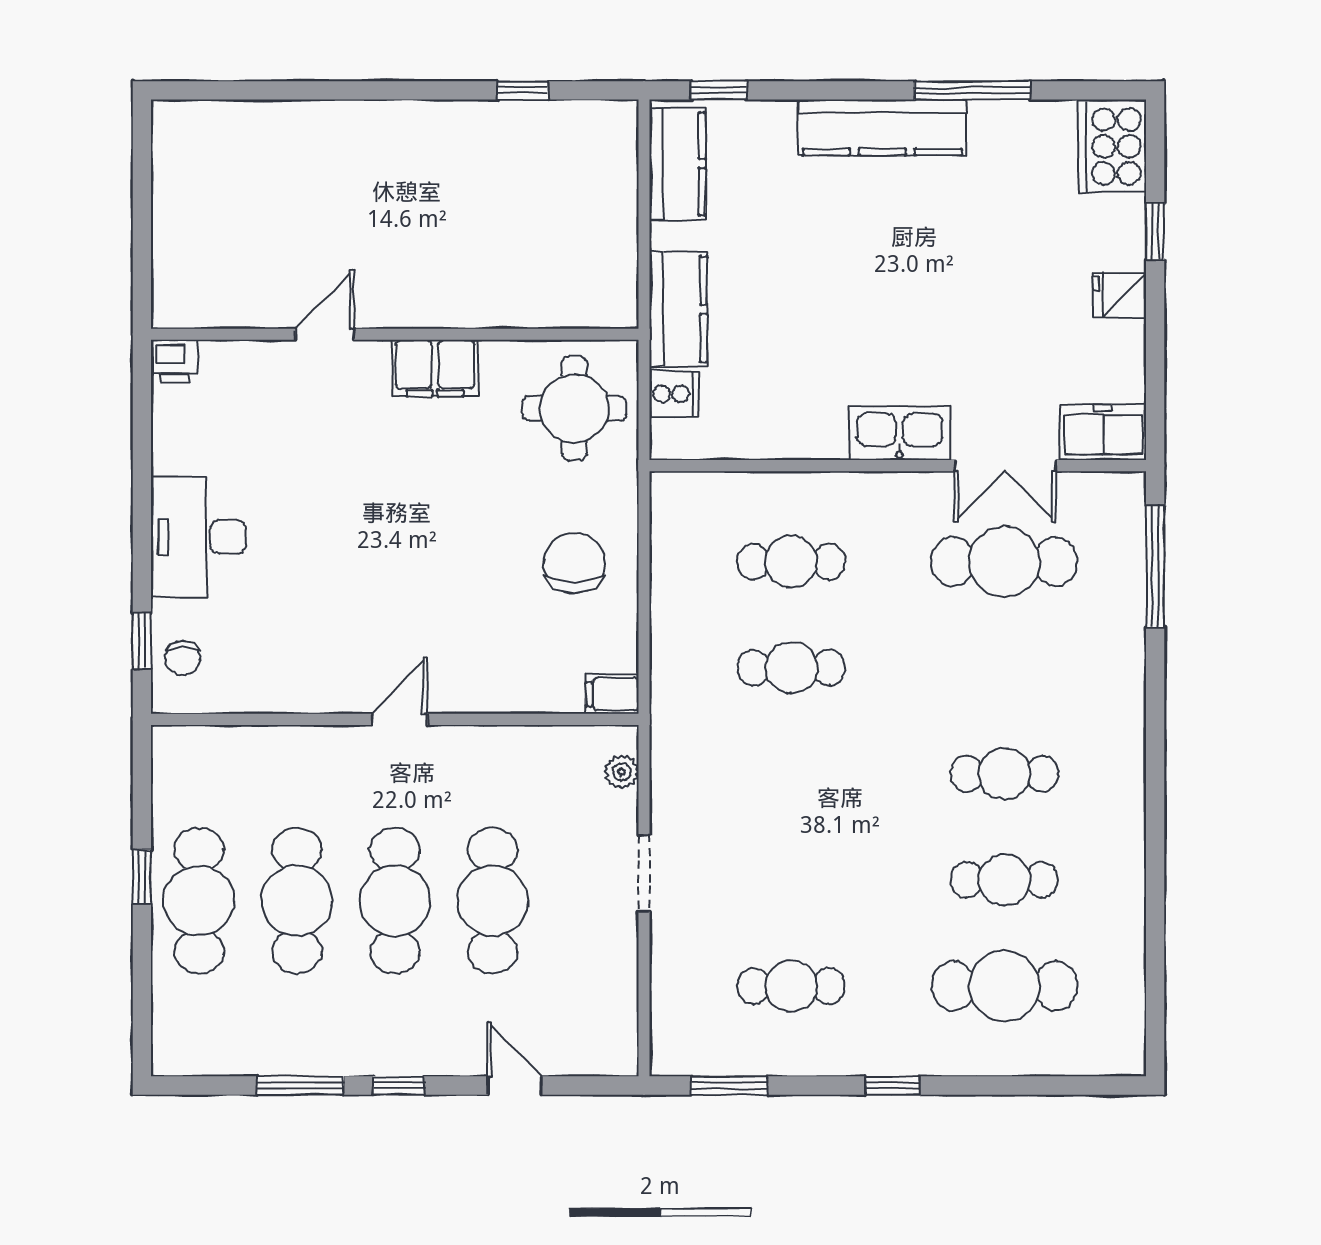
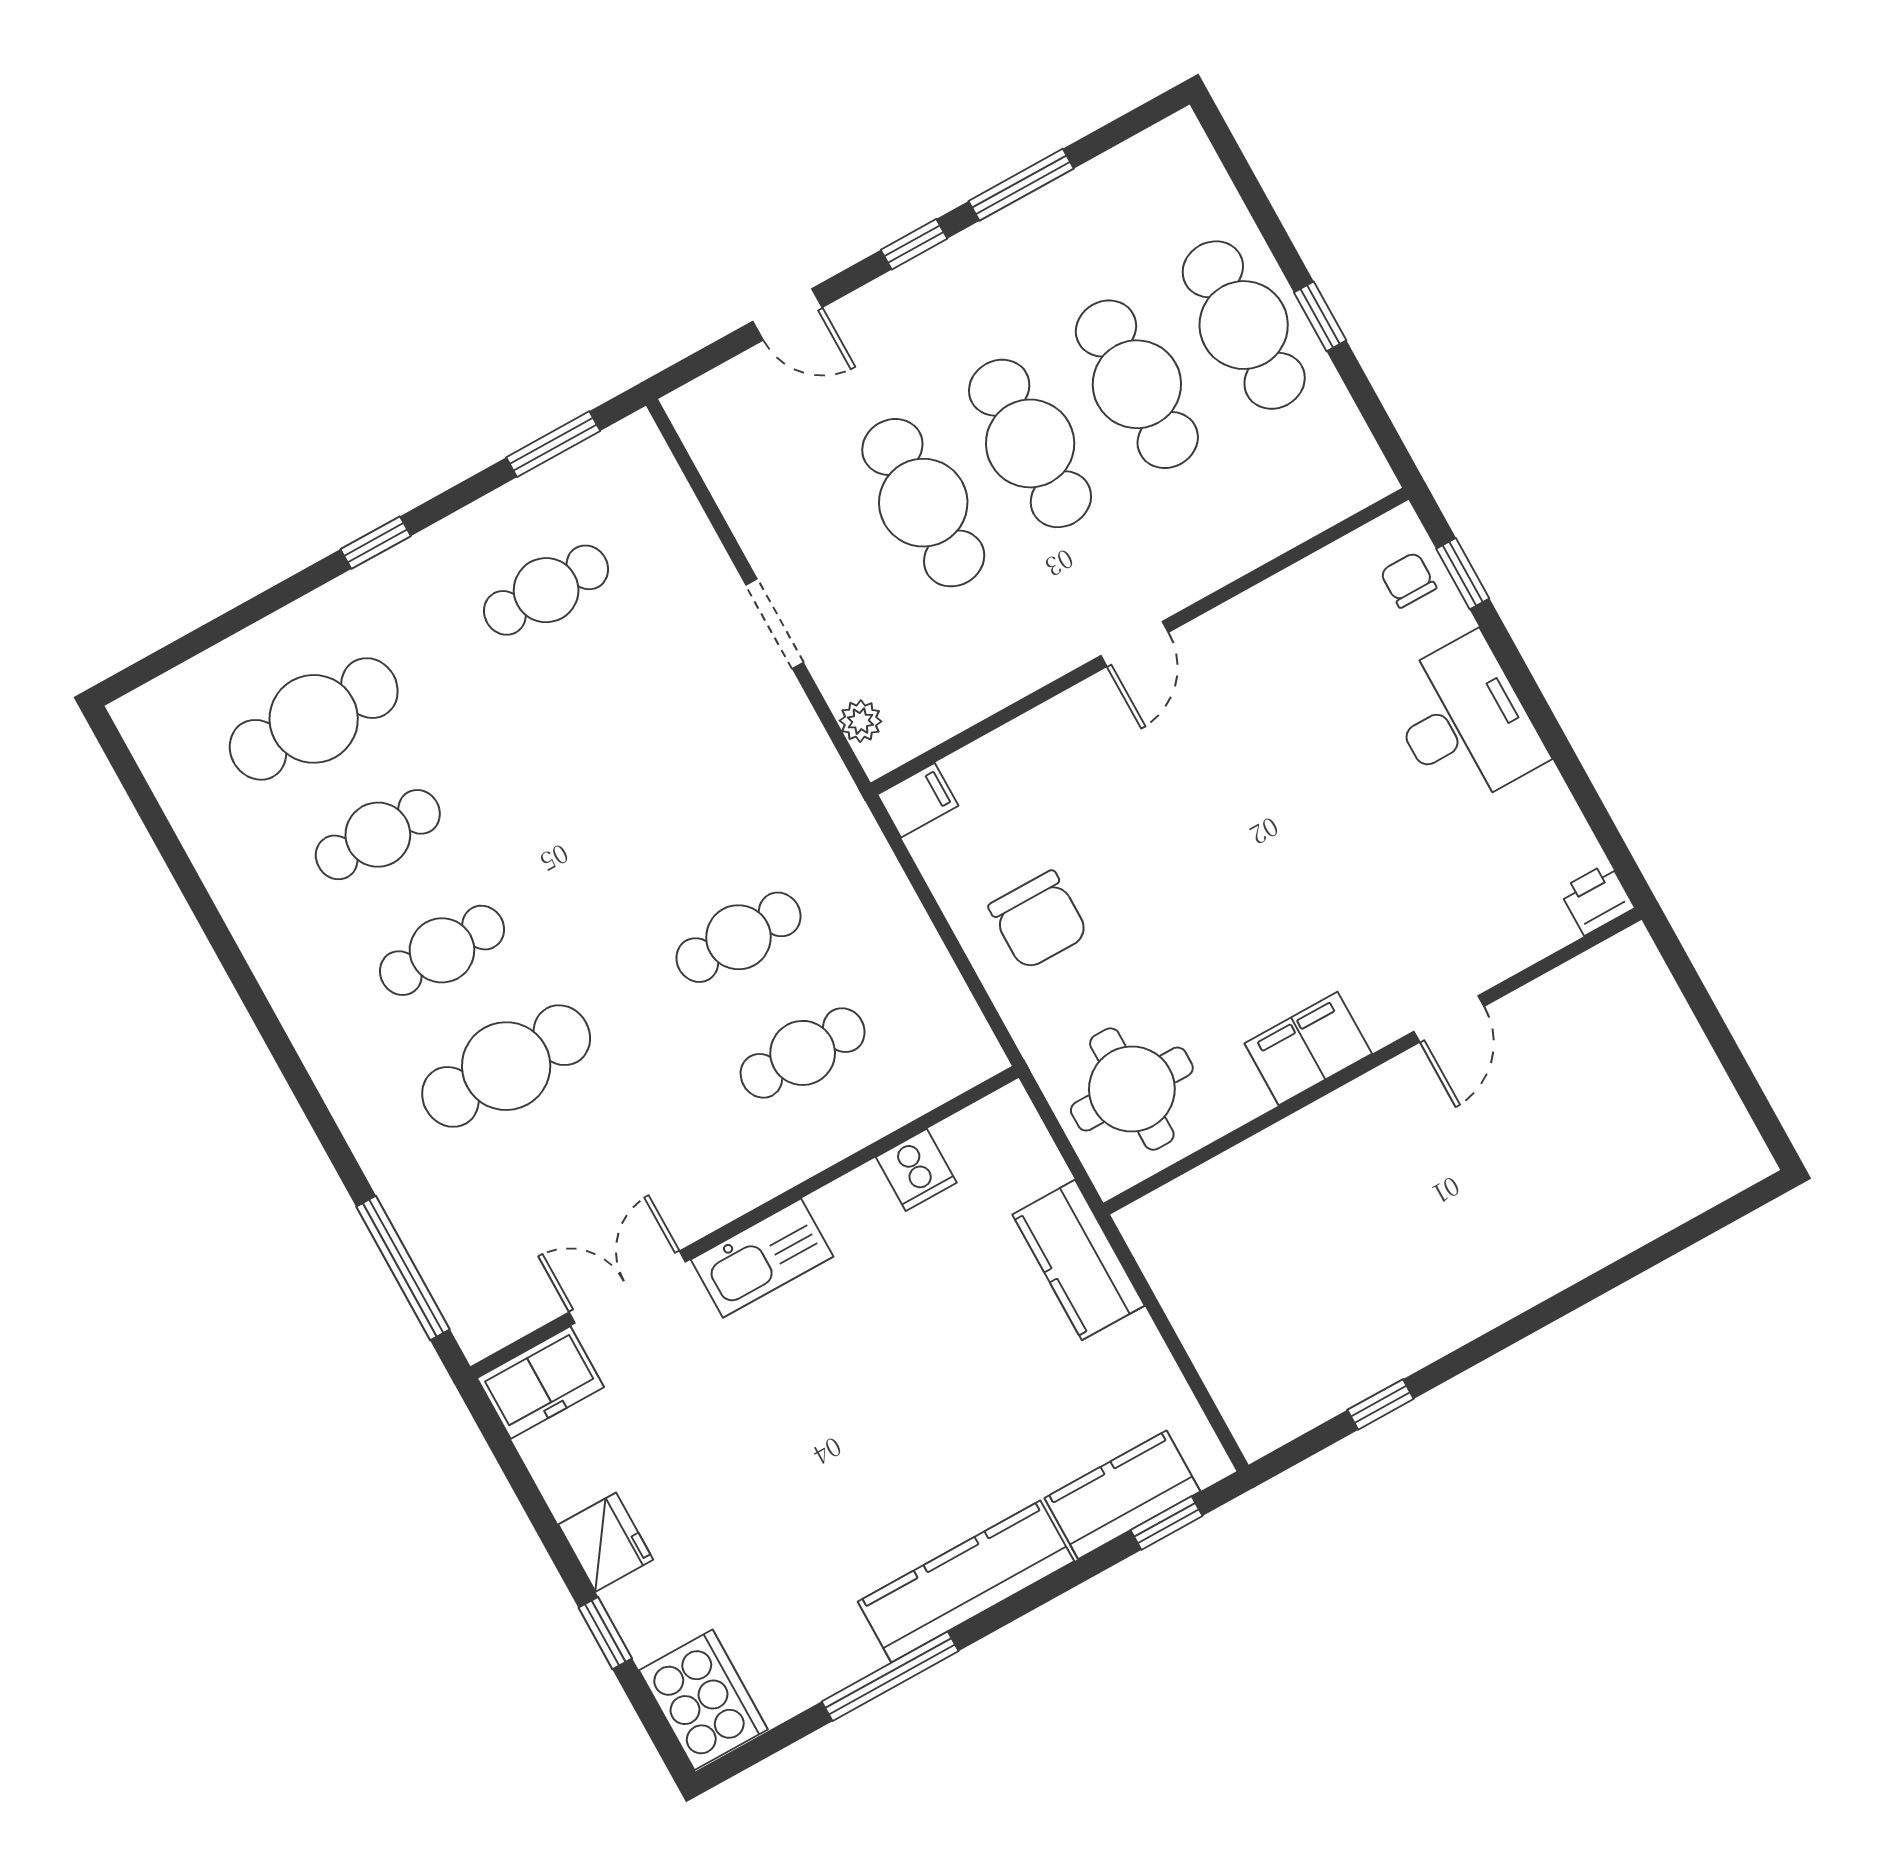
kitchen counter: (677, 164) -> (1122, 1495), moved, turned 90
fridge: (1119, 295) -> (606, 1542), width x1.38
cooker: (674, 394) -> (916, 1170), moved, turned -90
cafe table: (1004, 562) -> (506, 1066), moved

